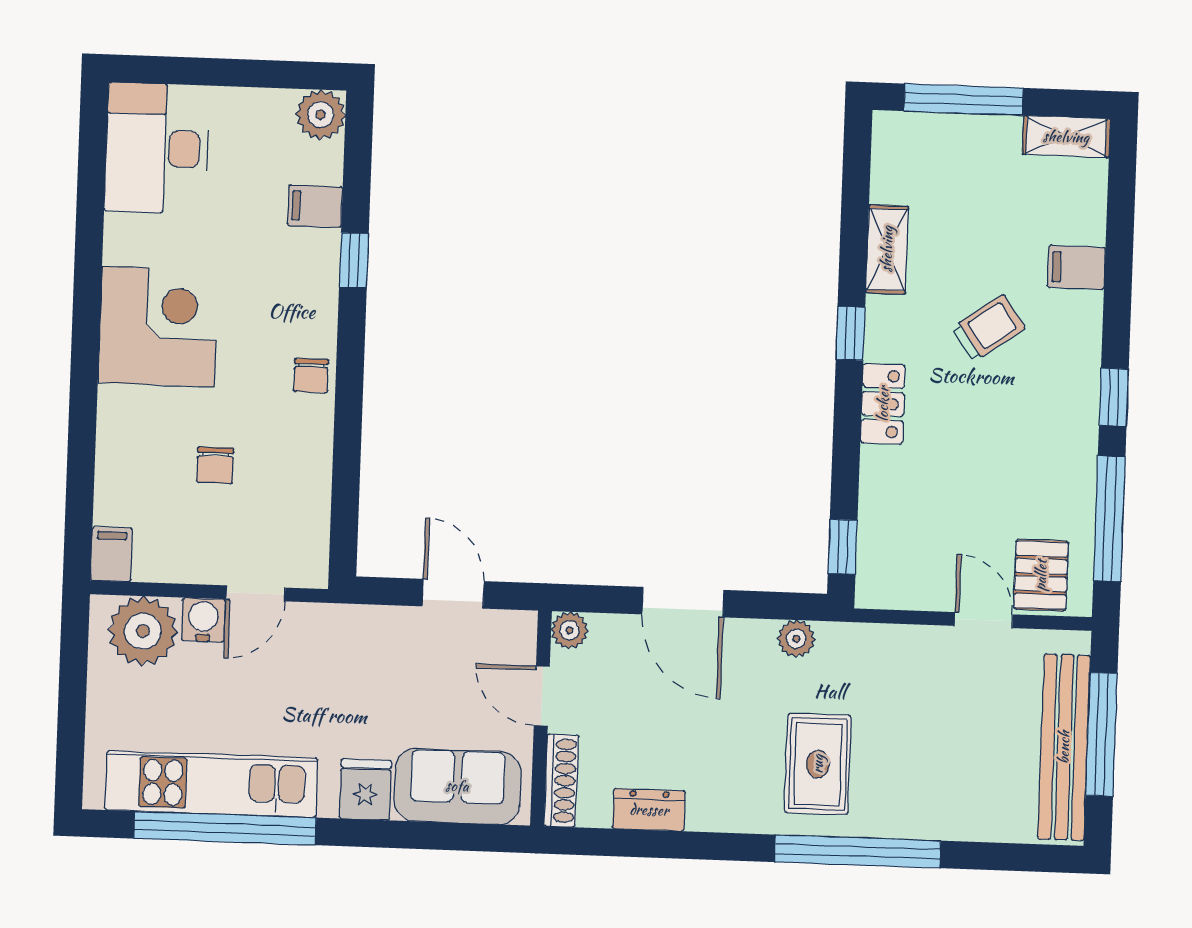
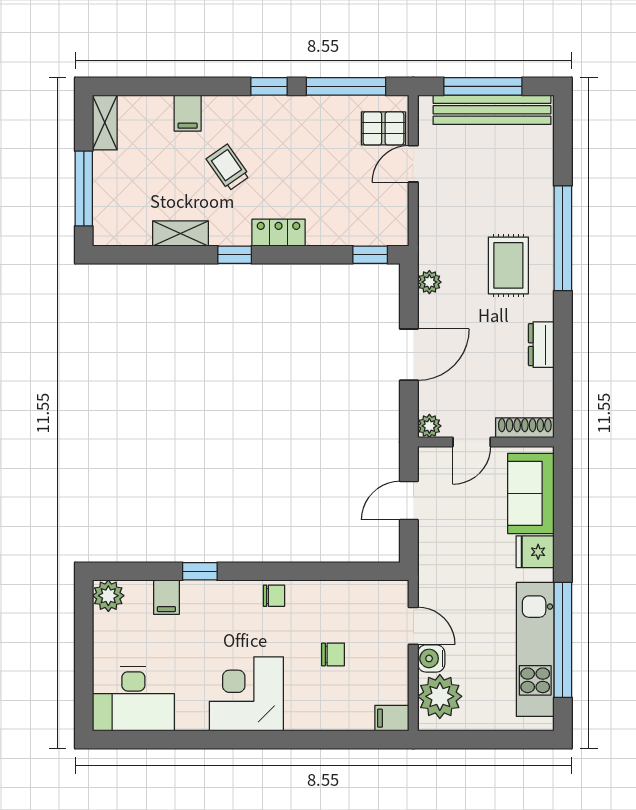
rug: (818, 764) -> (508, 265), turned 90
dresser: (649, 810) -> (541, 345), moved

